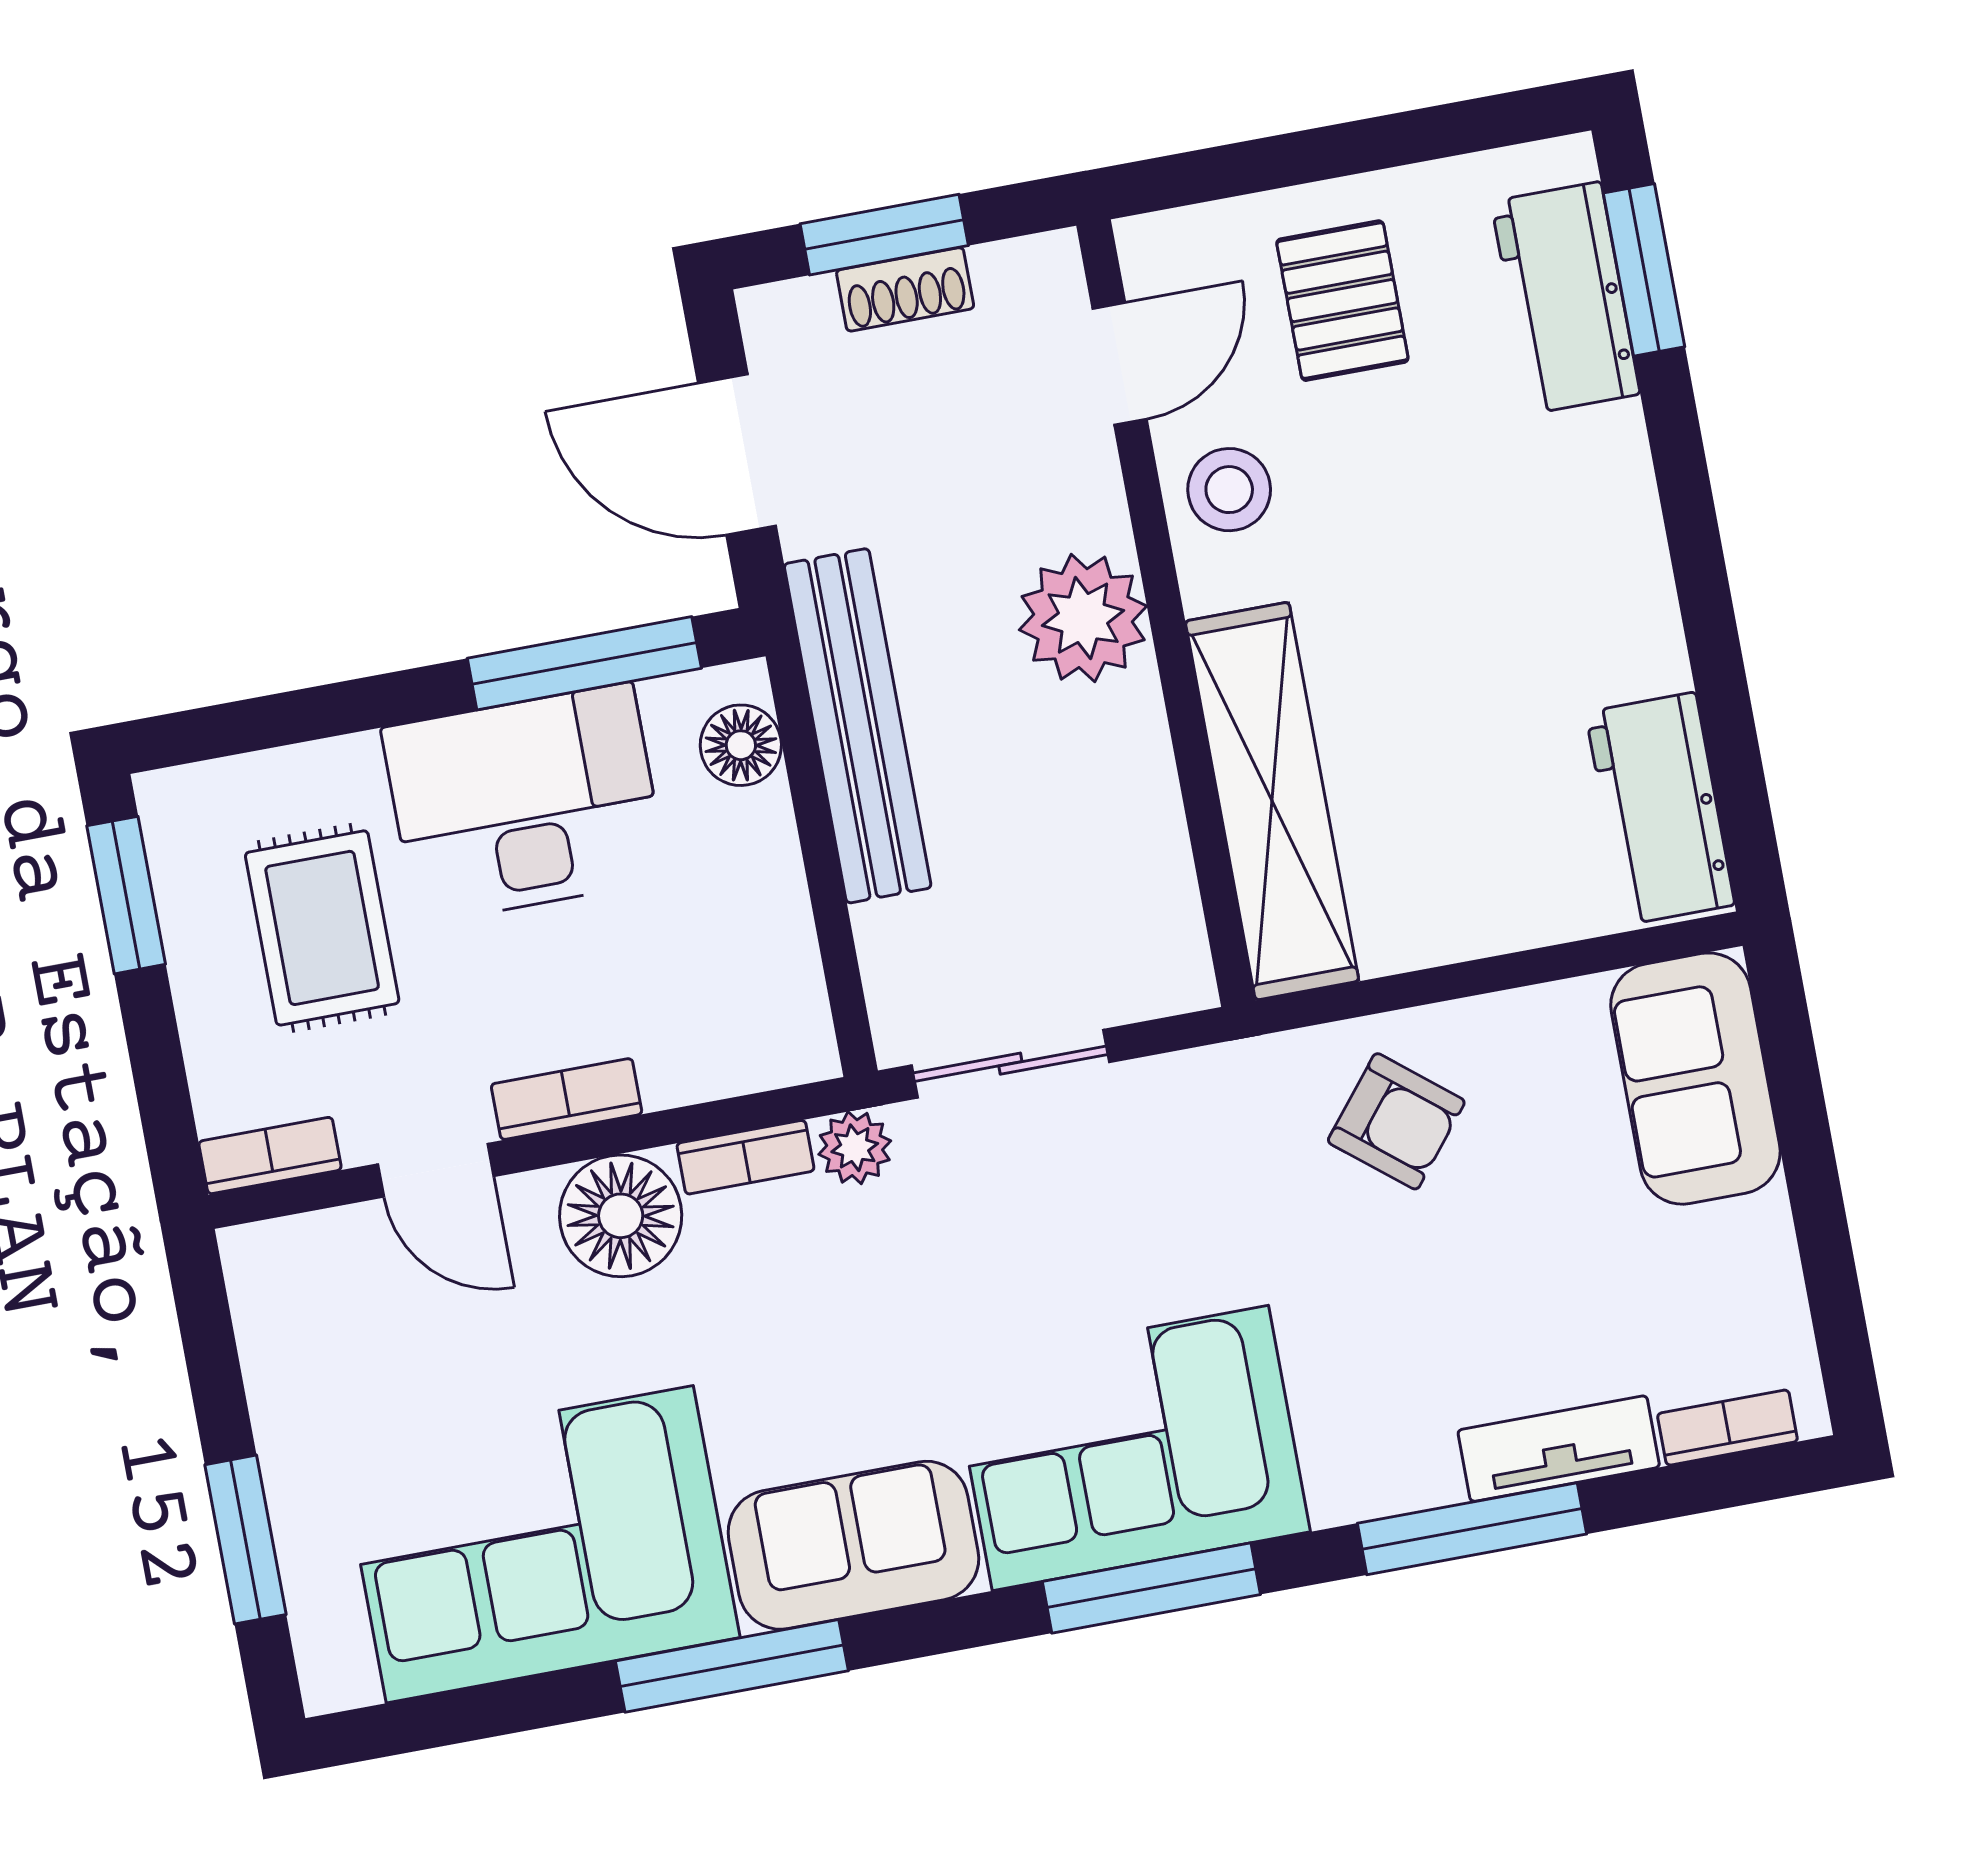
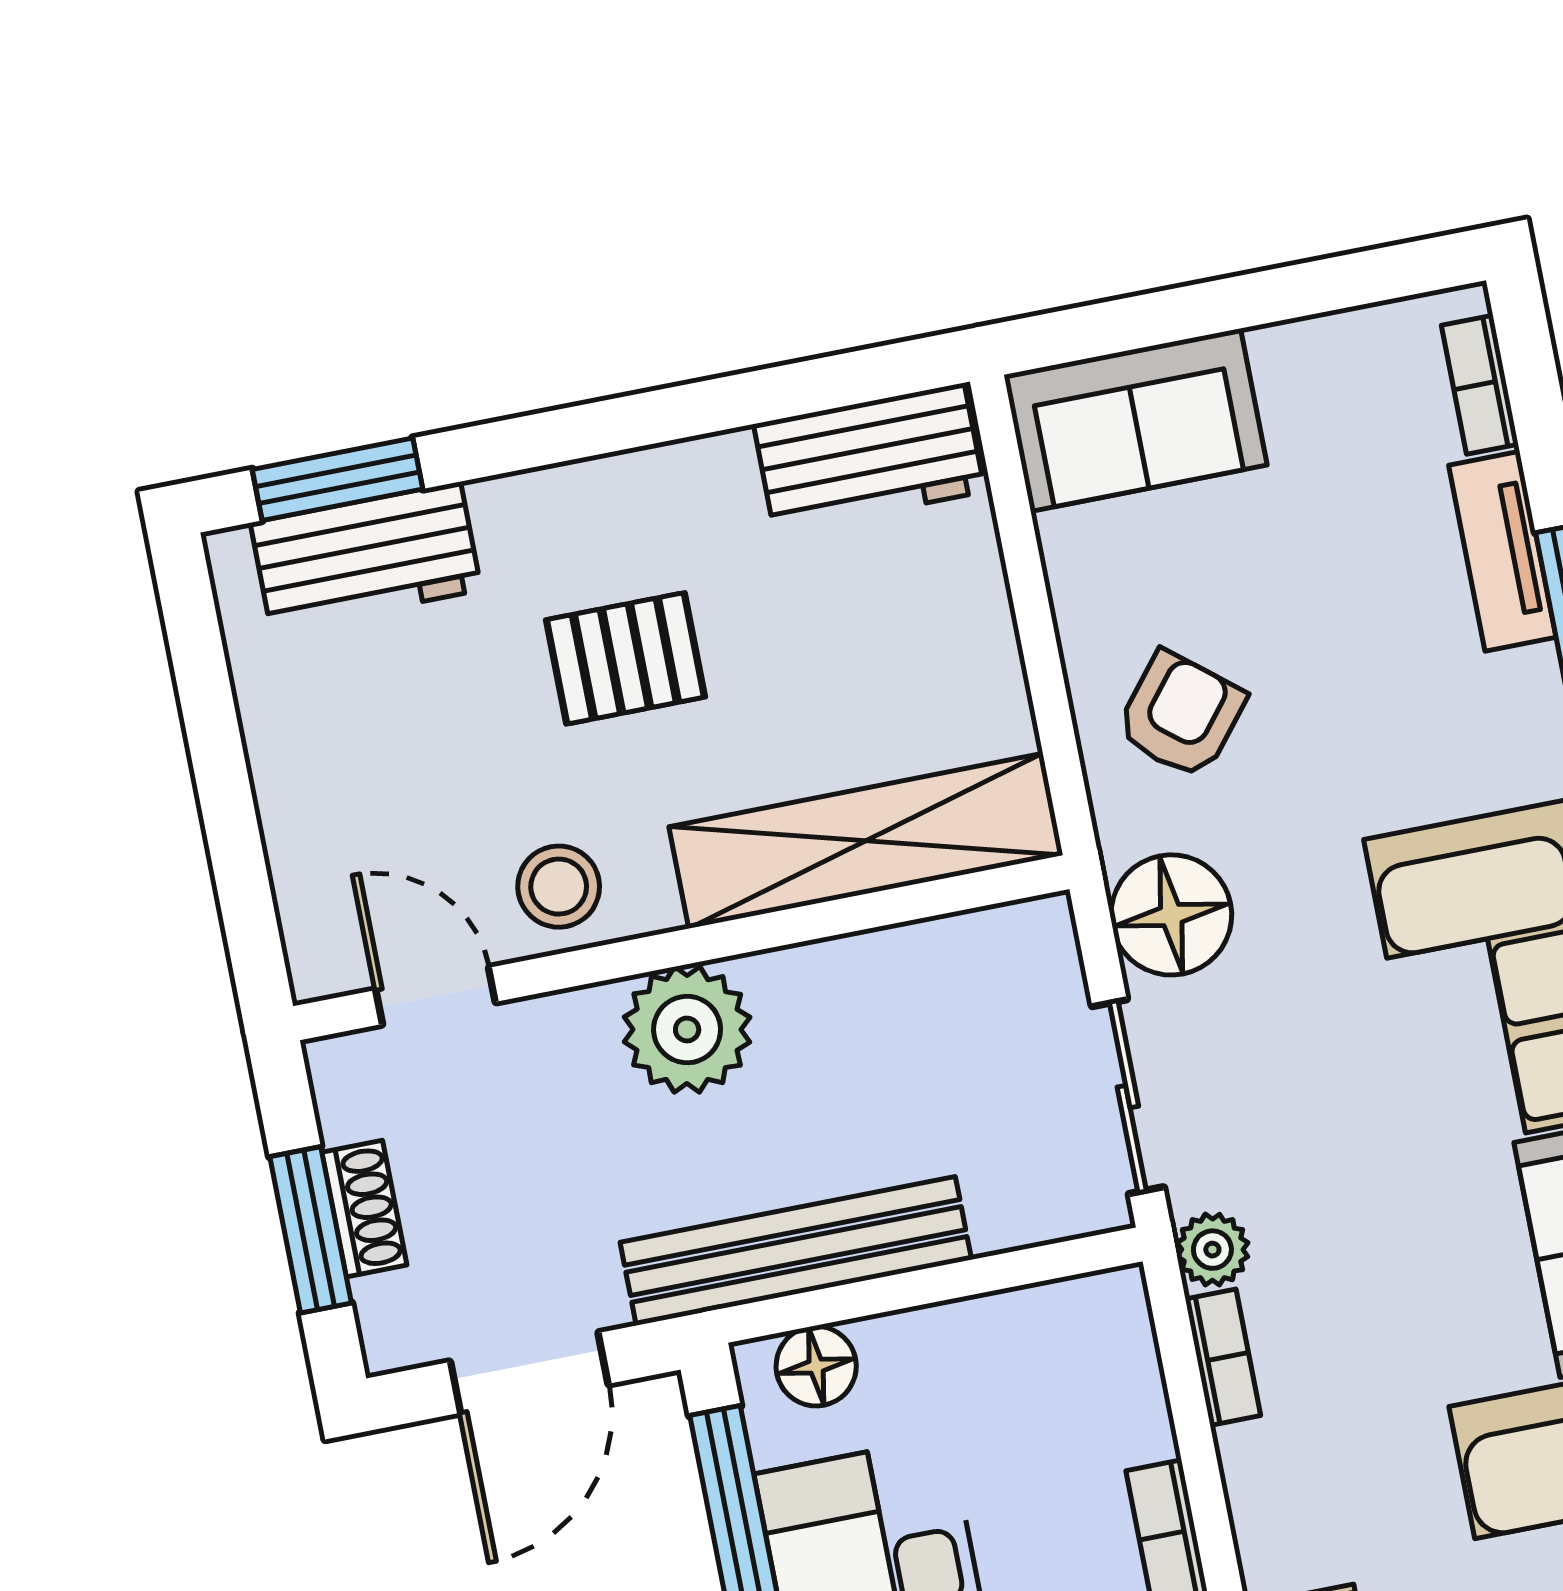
pallet: (1342, 301) -> (625, 658), moved
floor lamp: (621, 1216) -> (1171, 915), moved

